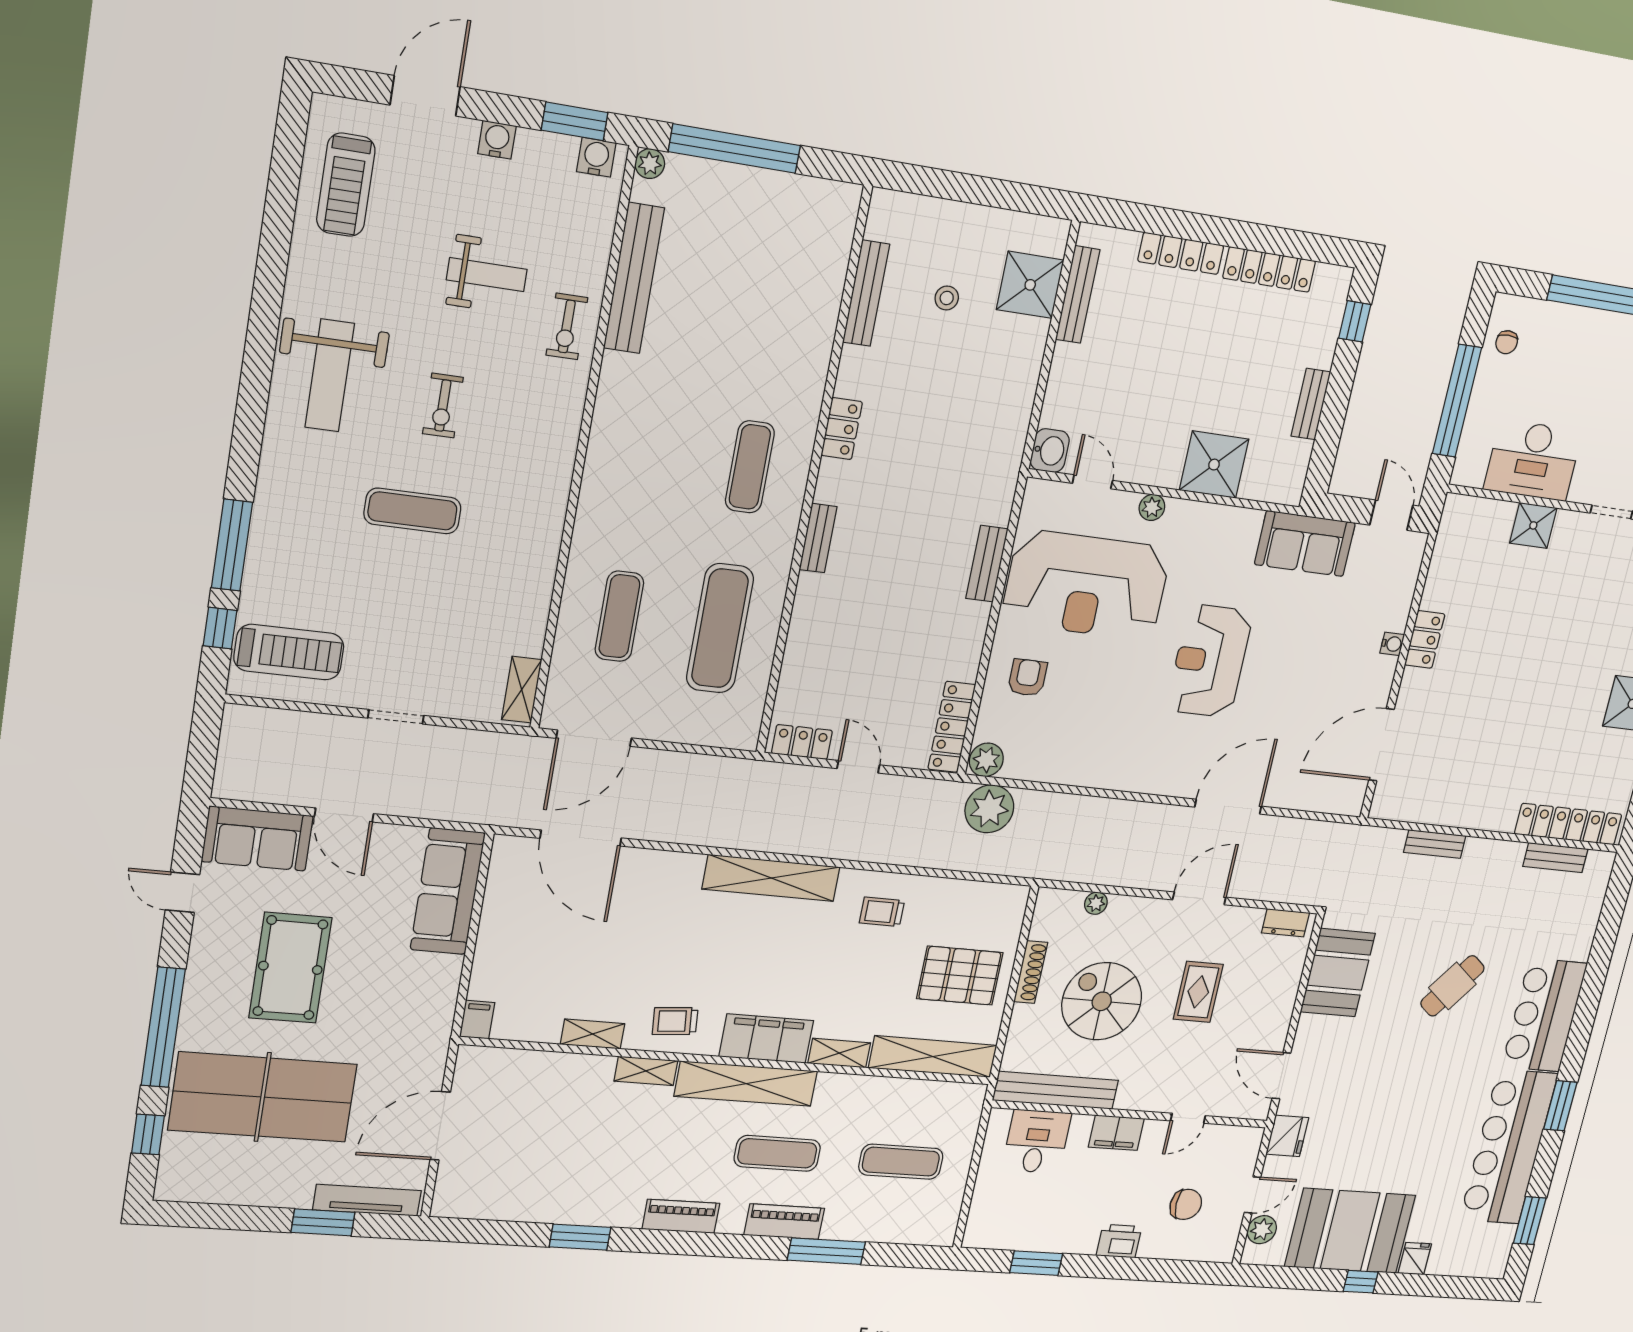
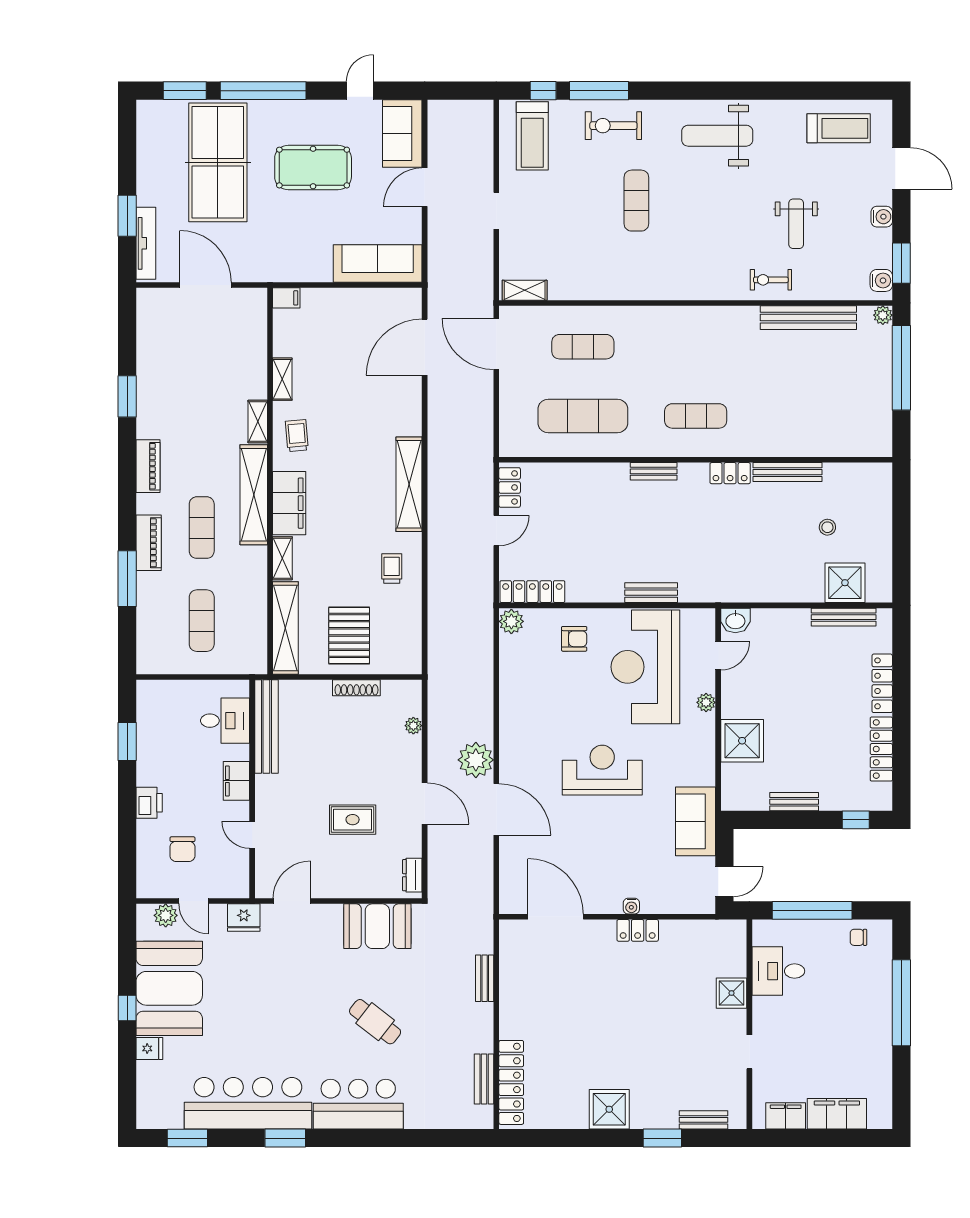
treadmill: (346, 185) -> (839, 128), turned 180
bench: (866, 293) -> (787, 472), moved
exercise bike: (443, 406) -> (613, 126), moved, width x1.38, depth x1.39
desk: (1533, 460) -> (778, 971), width x0.73
plant: (989, 809) -> (476, 760), moved
spiral stairs: (1102, 1001) -> (339, 747), removed
window: (148, 1134) -> (185, 91), width x1.50

